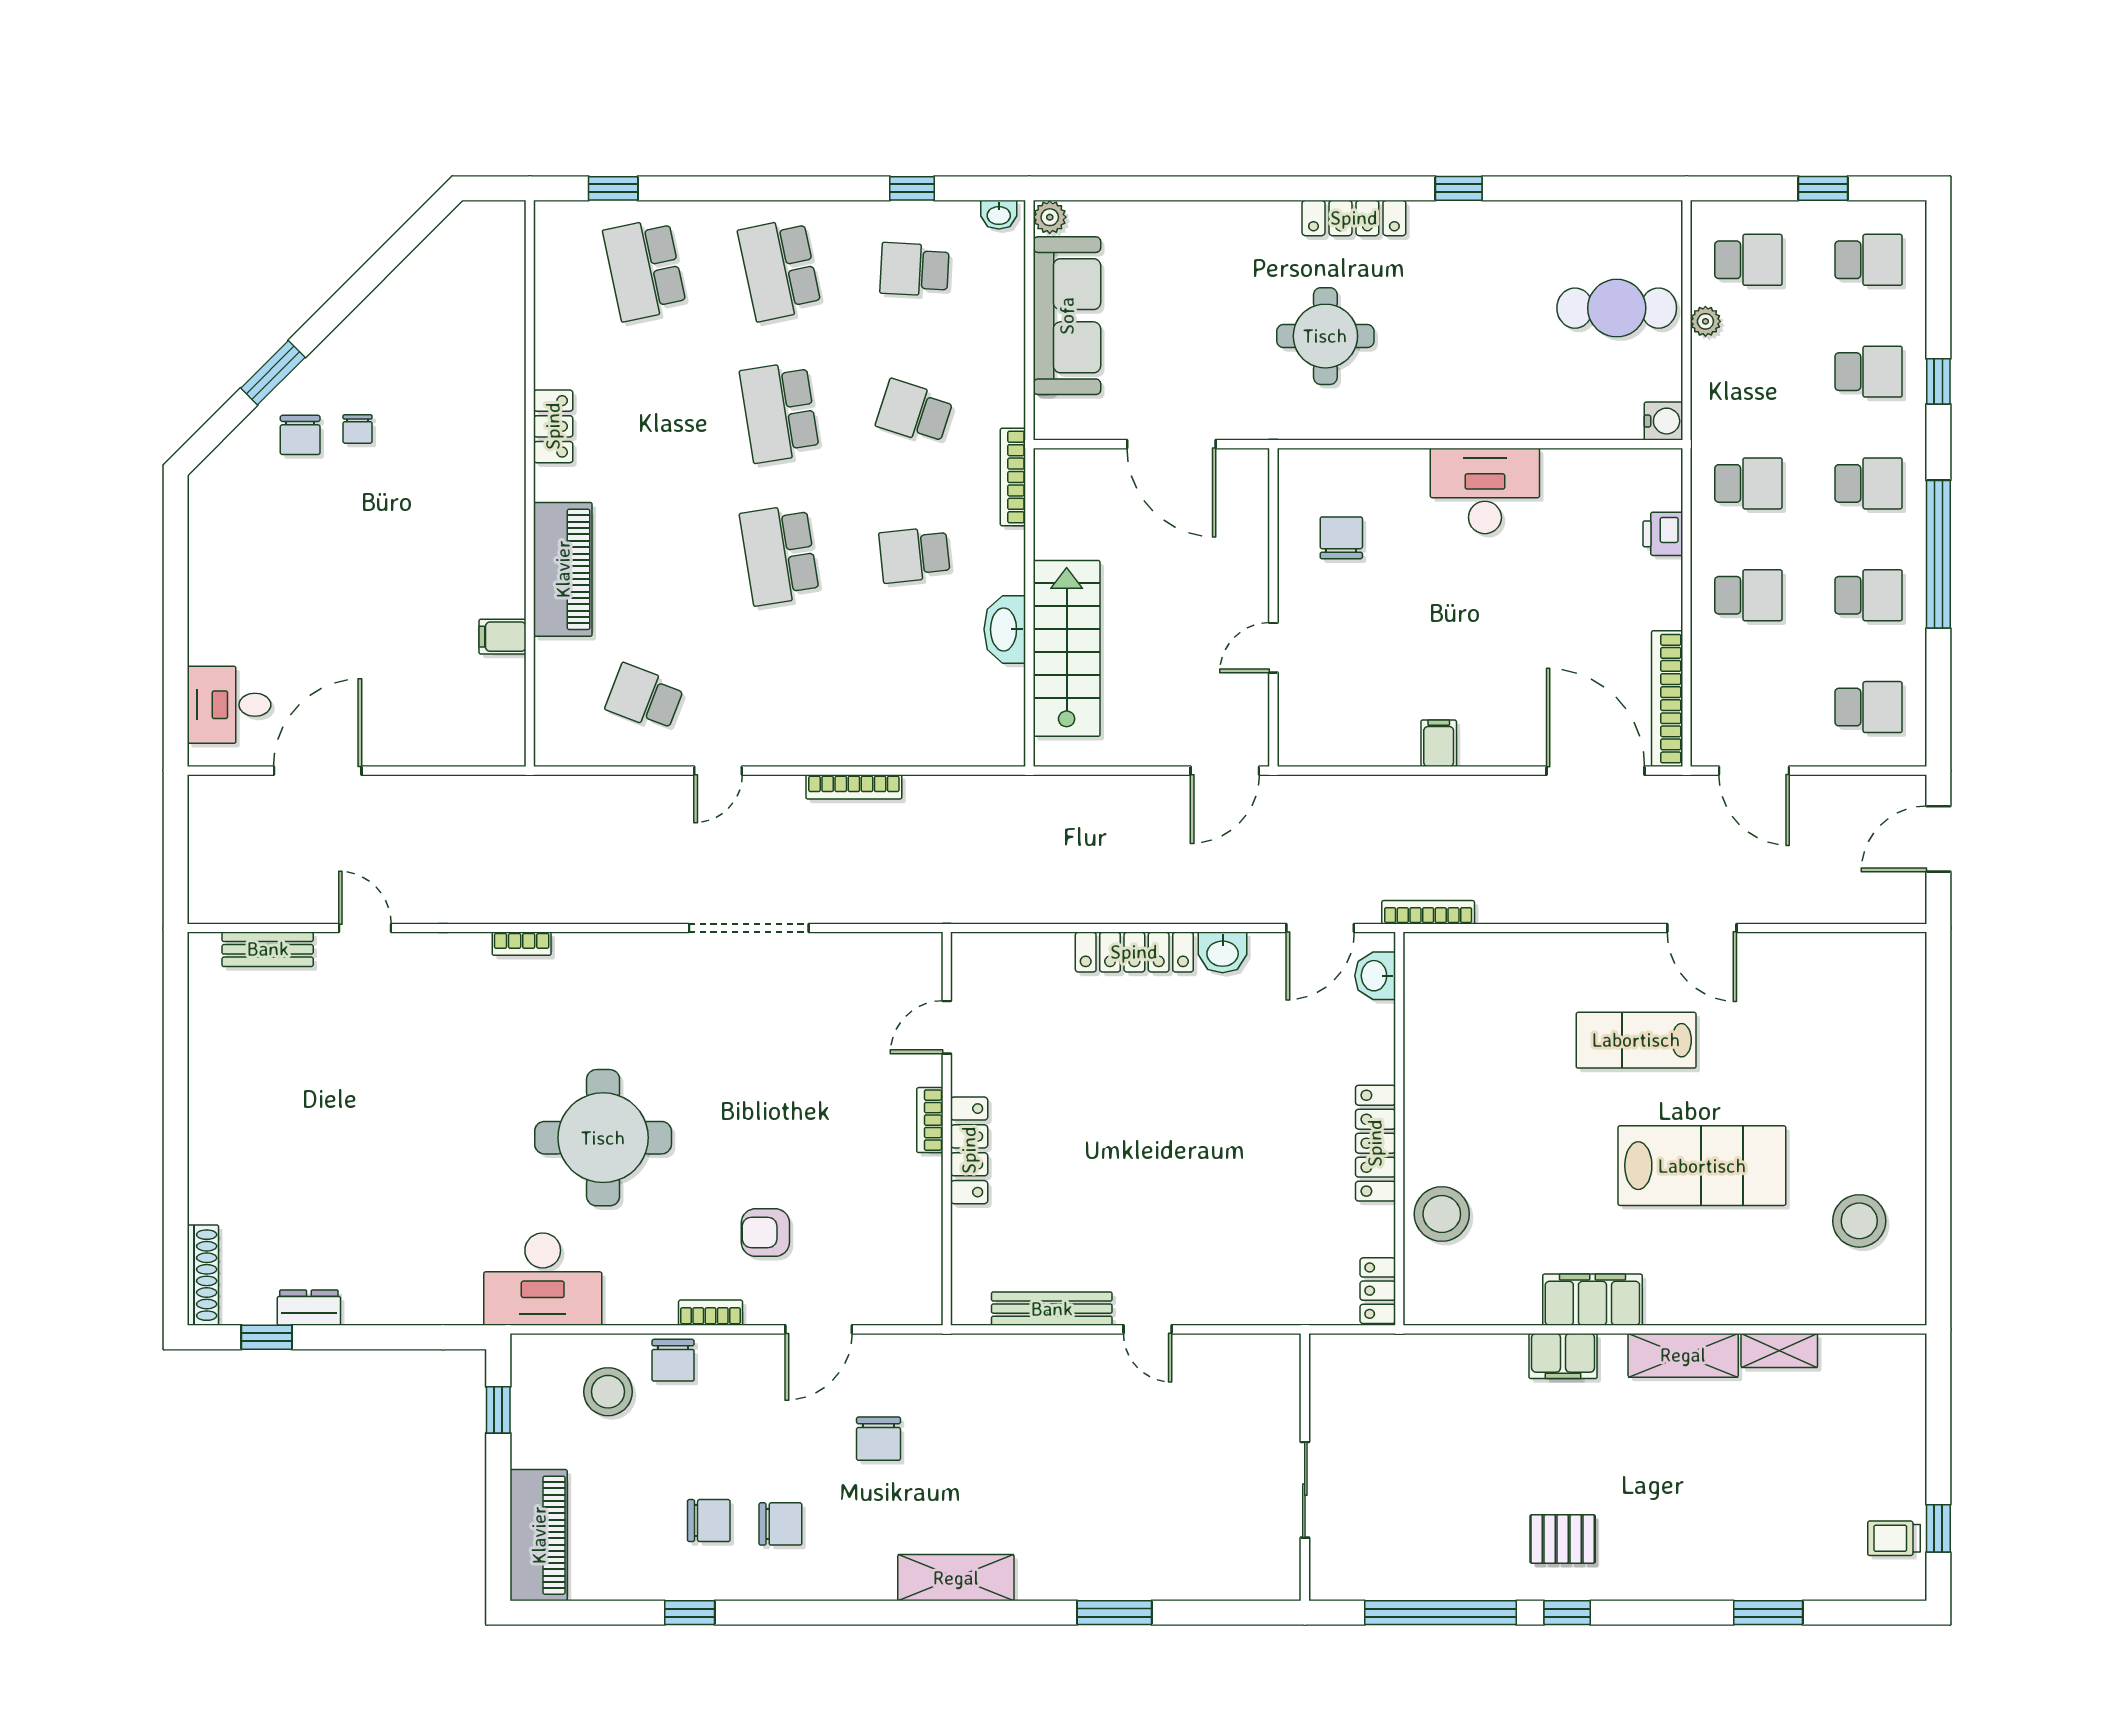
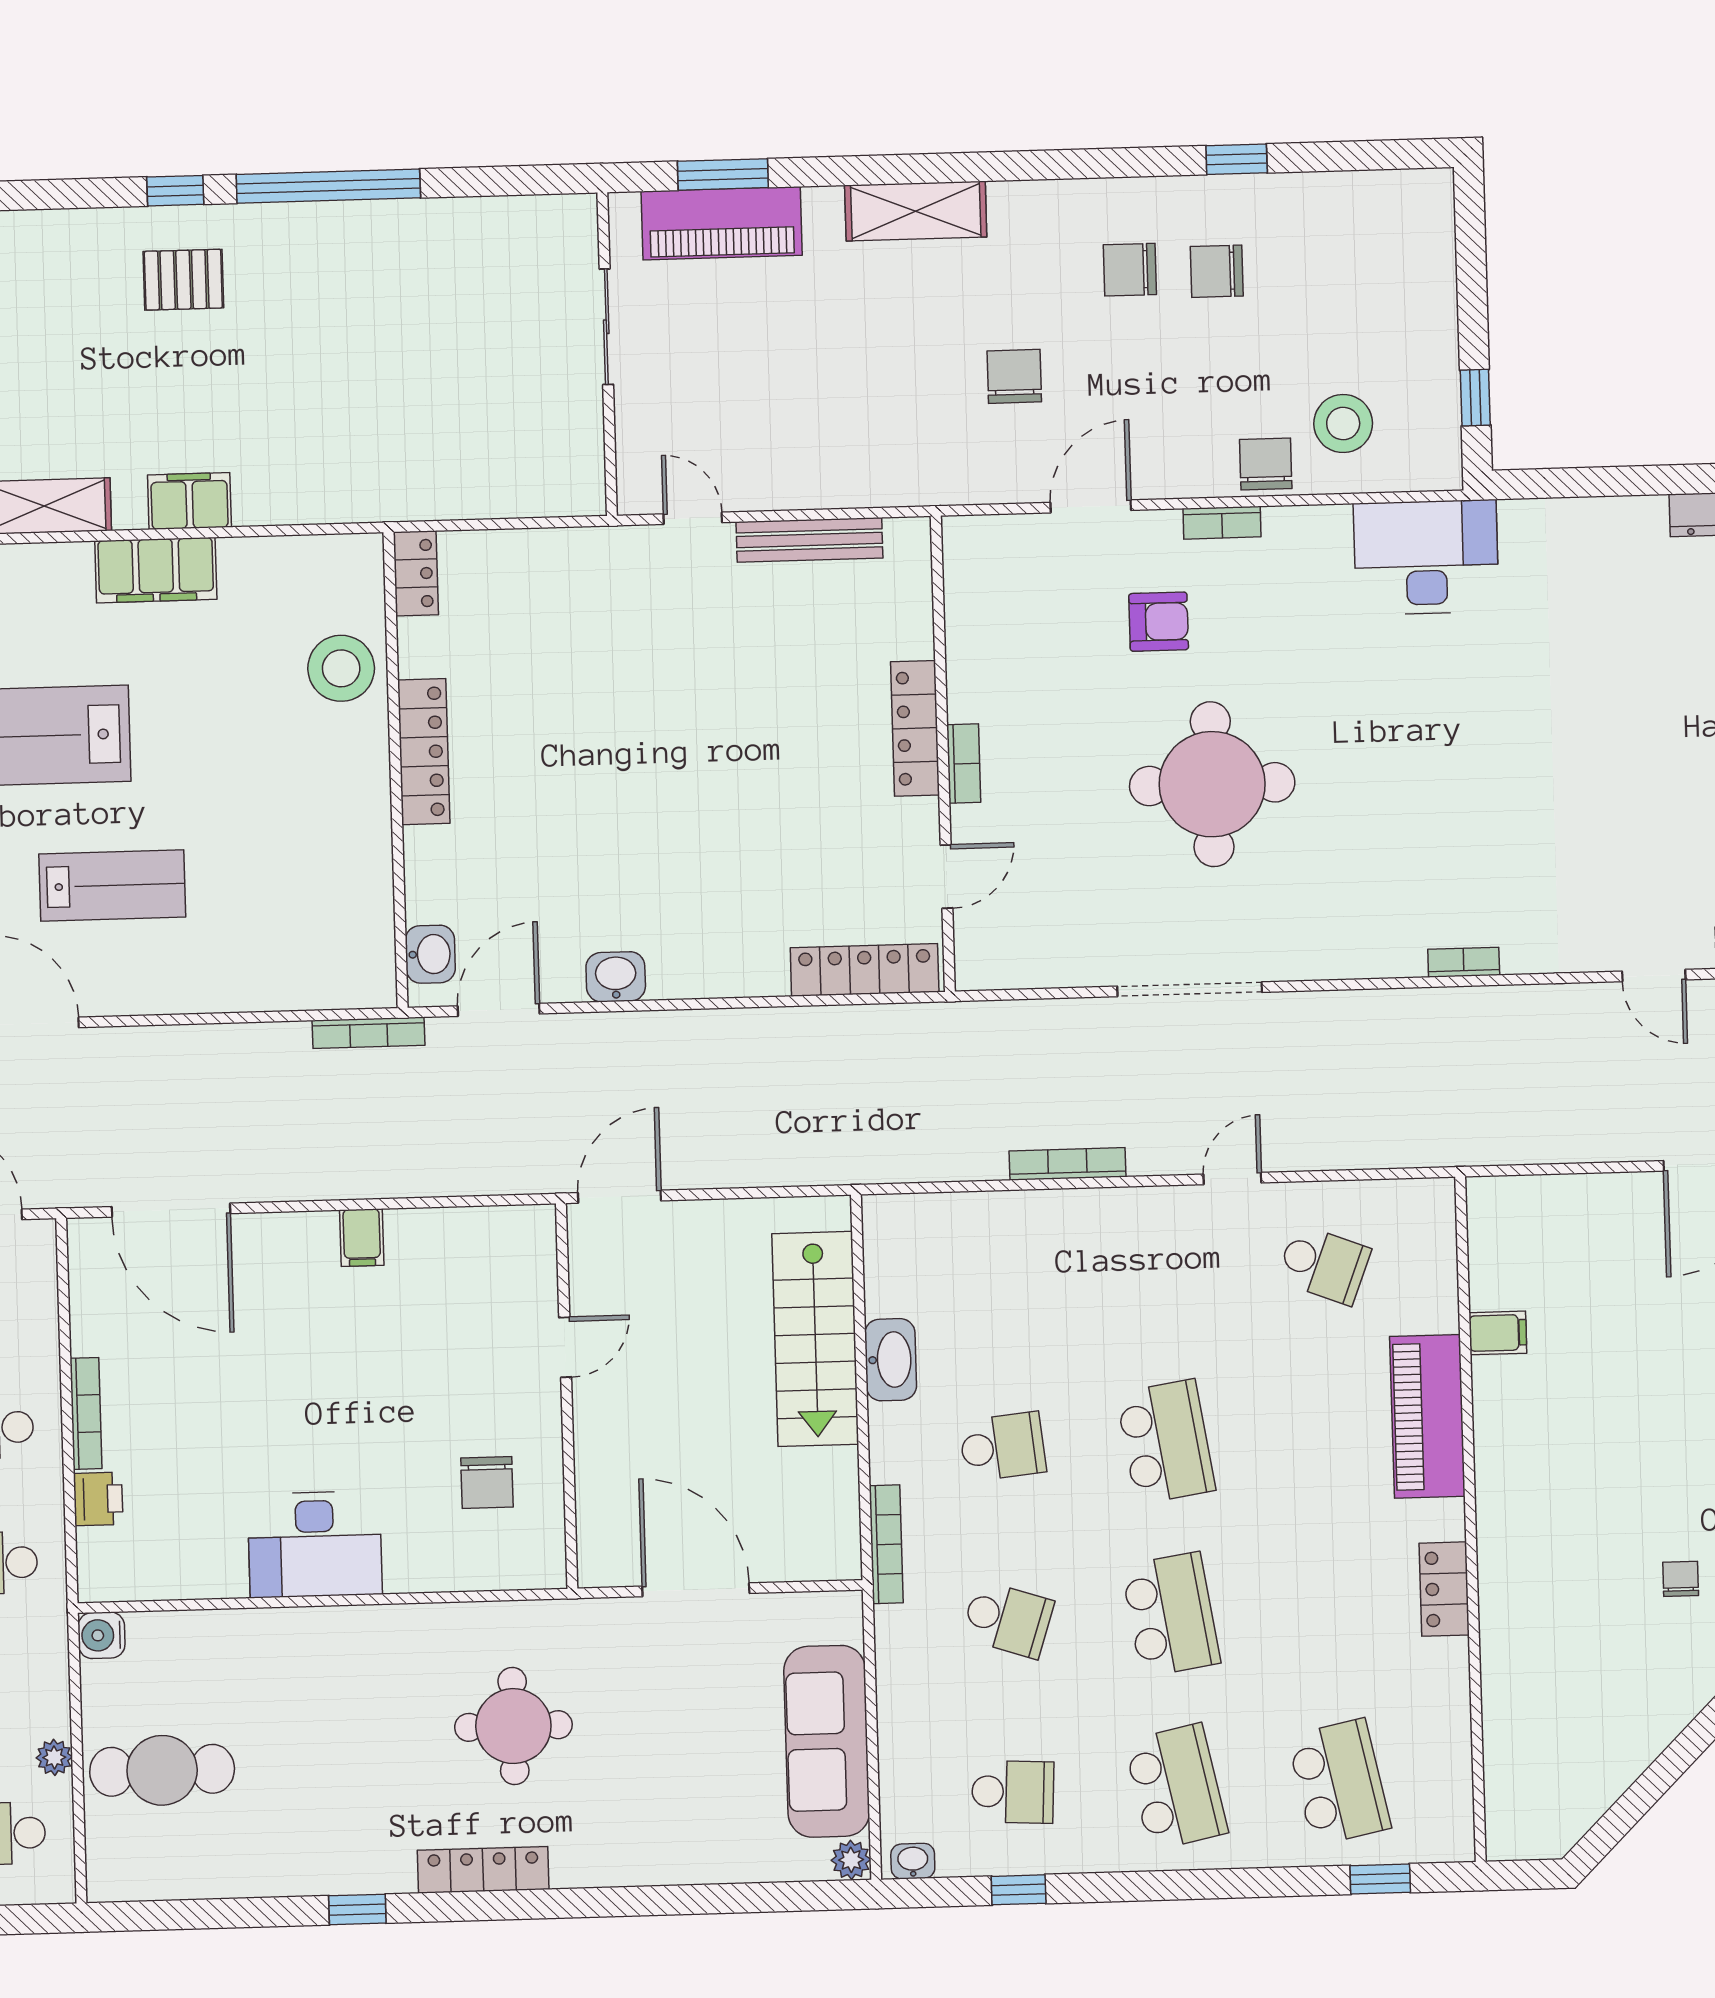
bookcase: (1667, 699) -> (86, 1413), moved, width x0.68, depth x0.76
locker: (1134, 952) -> (865, 970), moved
round table: (603, 1138) -> (1212, 784), moved
wall: (1305, 1467) -> (607, 354), moved
sliding door: (1305, 1490) -> (606, 327), moved
piano: (539, 1535) -> (722, 223), moved, turned -90

